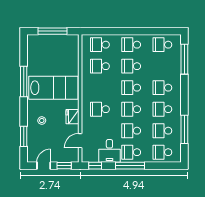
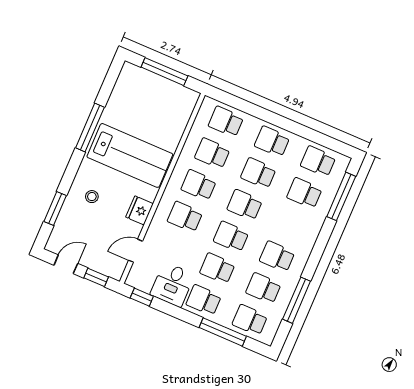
school desk: (100, 88) -> (199, 185), added
school desk: (162, 88) -> (304, 193), moved
window: (130, 166) -> (223, 332), moved

